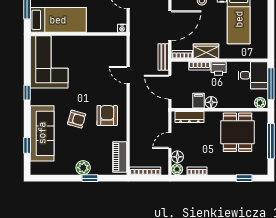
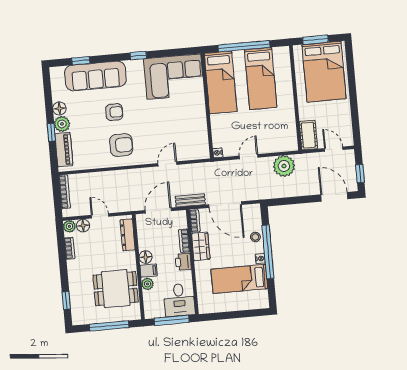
filing cabinet: (199, 101) -> (149, 271), moved
plant: (260, 103) -> (148, 284), moved
armchair: (77, 119) -> (114, 112), turned -106
piano: (120, 157) -> (64, 150), moved, turned 90
floor lamp: (69, 169) -> (59, 108), added

